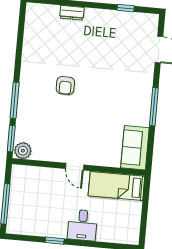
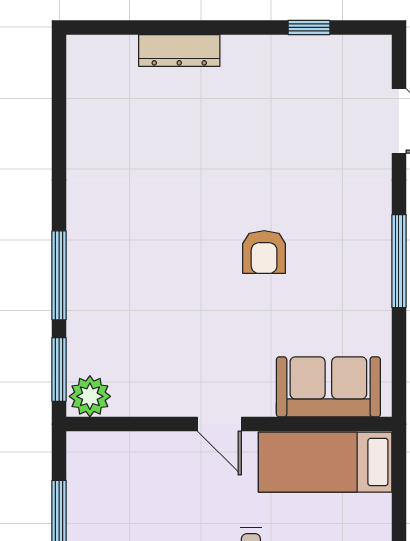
dresser: (72, 13) -> (179, 50), width x1.44
armchair: (65, 85) -> (264, 252), moved
sofa: (135, 148) -> (328, 387), moved, turned 90

